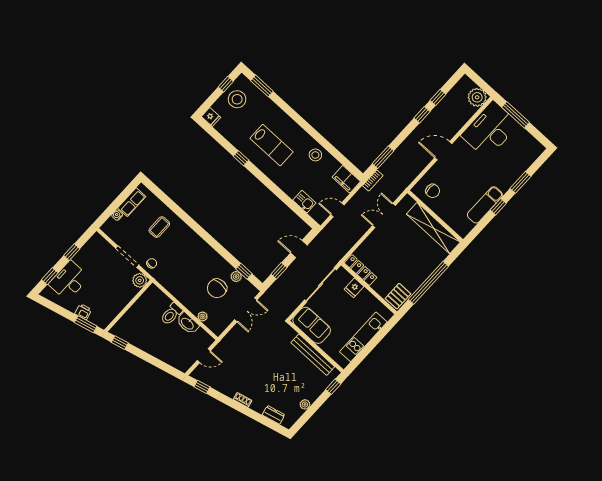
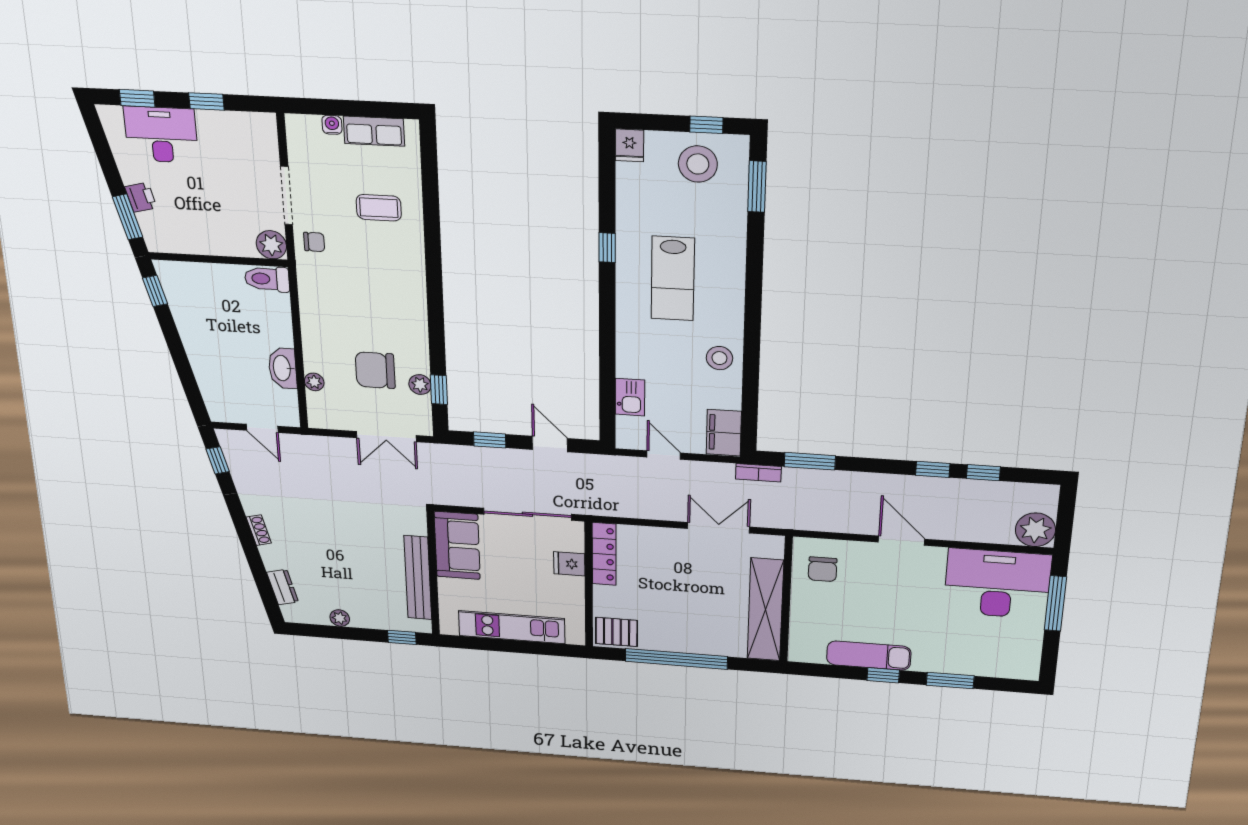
toilet: (171, 314) -> (267, 279), moved

